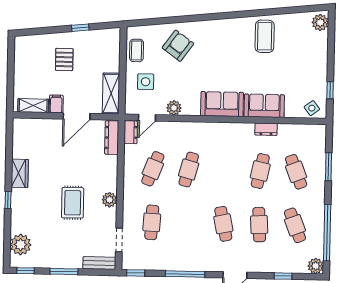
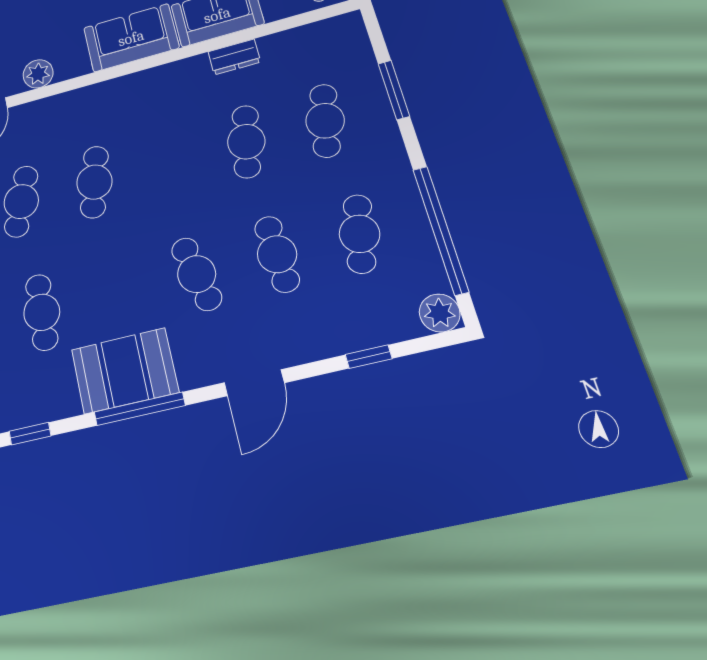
cafe table: (296, 172) -> (325, 121), turned 33
cafe table: (295, 225) -> (359, 234), turned 33
booth: (182, 257) -> (125, 371), added

